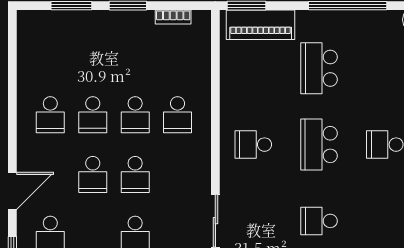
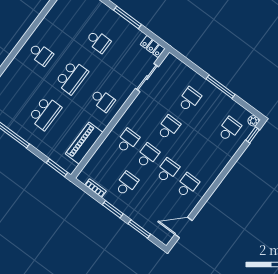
piano: (261, 25) -> (84, 143), moved, turned -90
school desk: (93, 174) -> (127, 184), moved
door: (12, 191) -> (184, 227), moved

